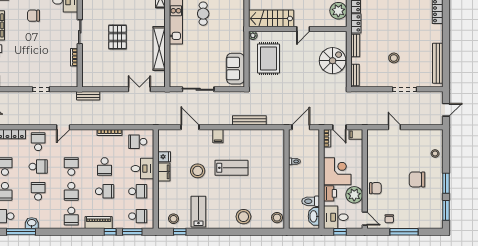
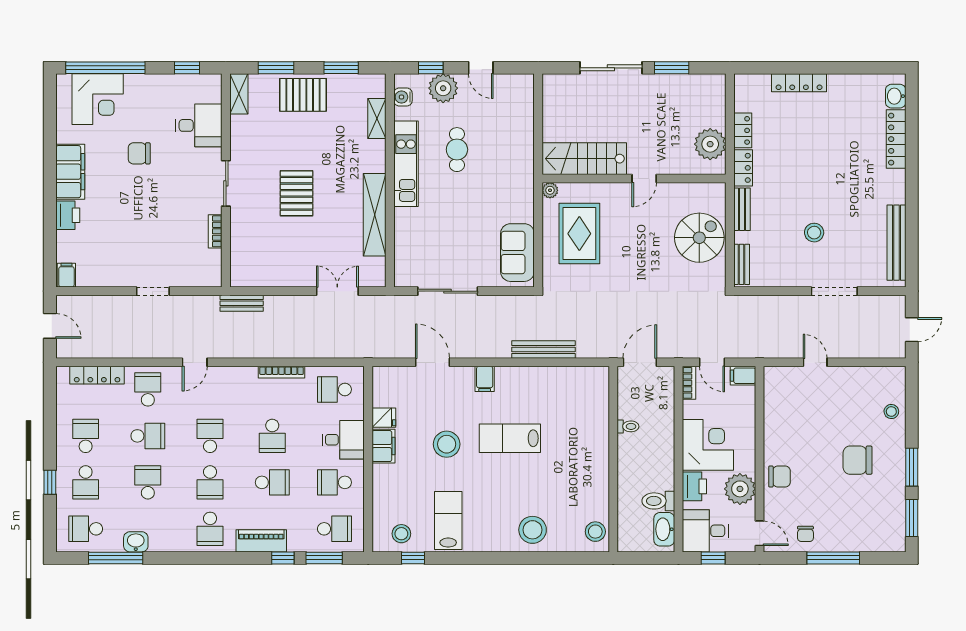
lab bench: (231, 168) -> (510, 438), turned 180
school desk: (138, 191) -> (334, 482), turned 180

